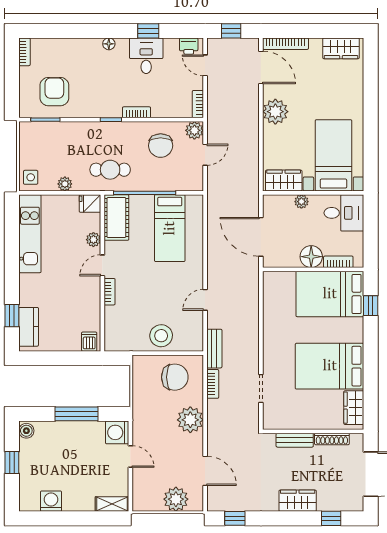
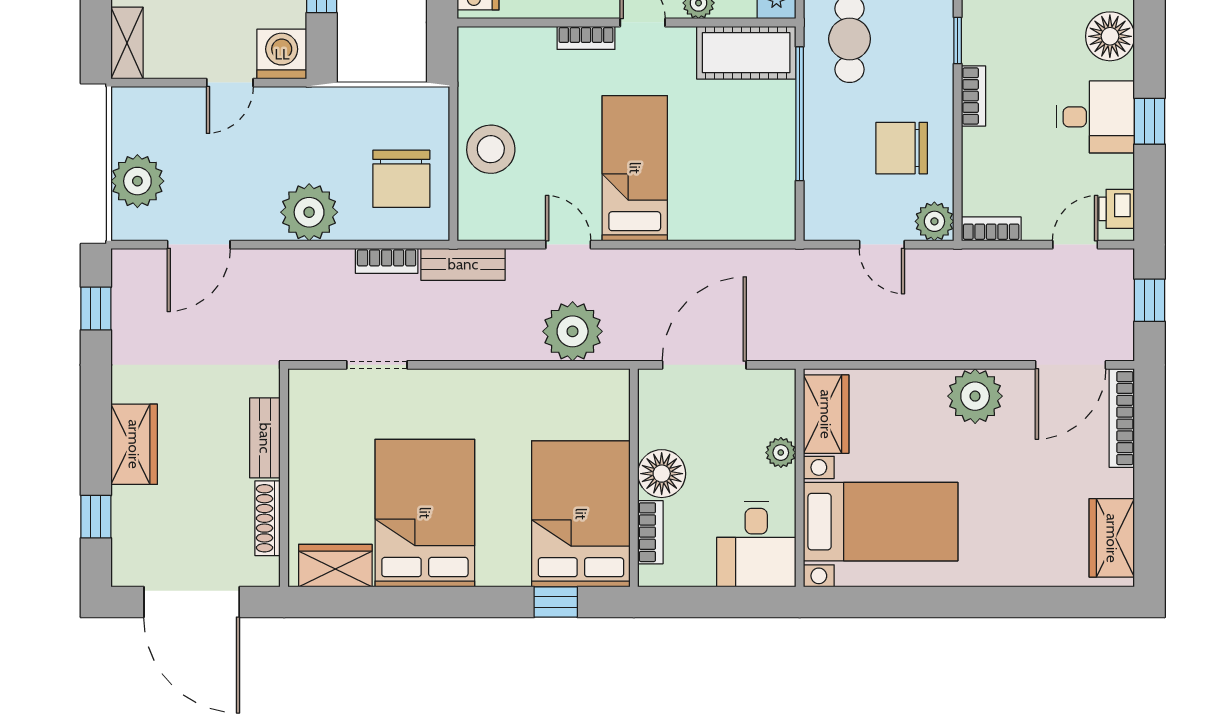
floor lamp: (109, 44) -> (1110, 36), width x1.89, depth x1.89
bed: (170, 228) -> (635, 168), moved, turned 90
plant: (245, 298) -> (573, 331), added

